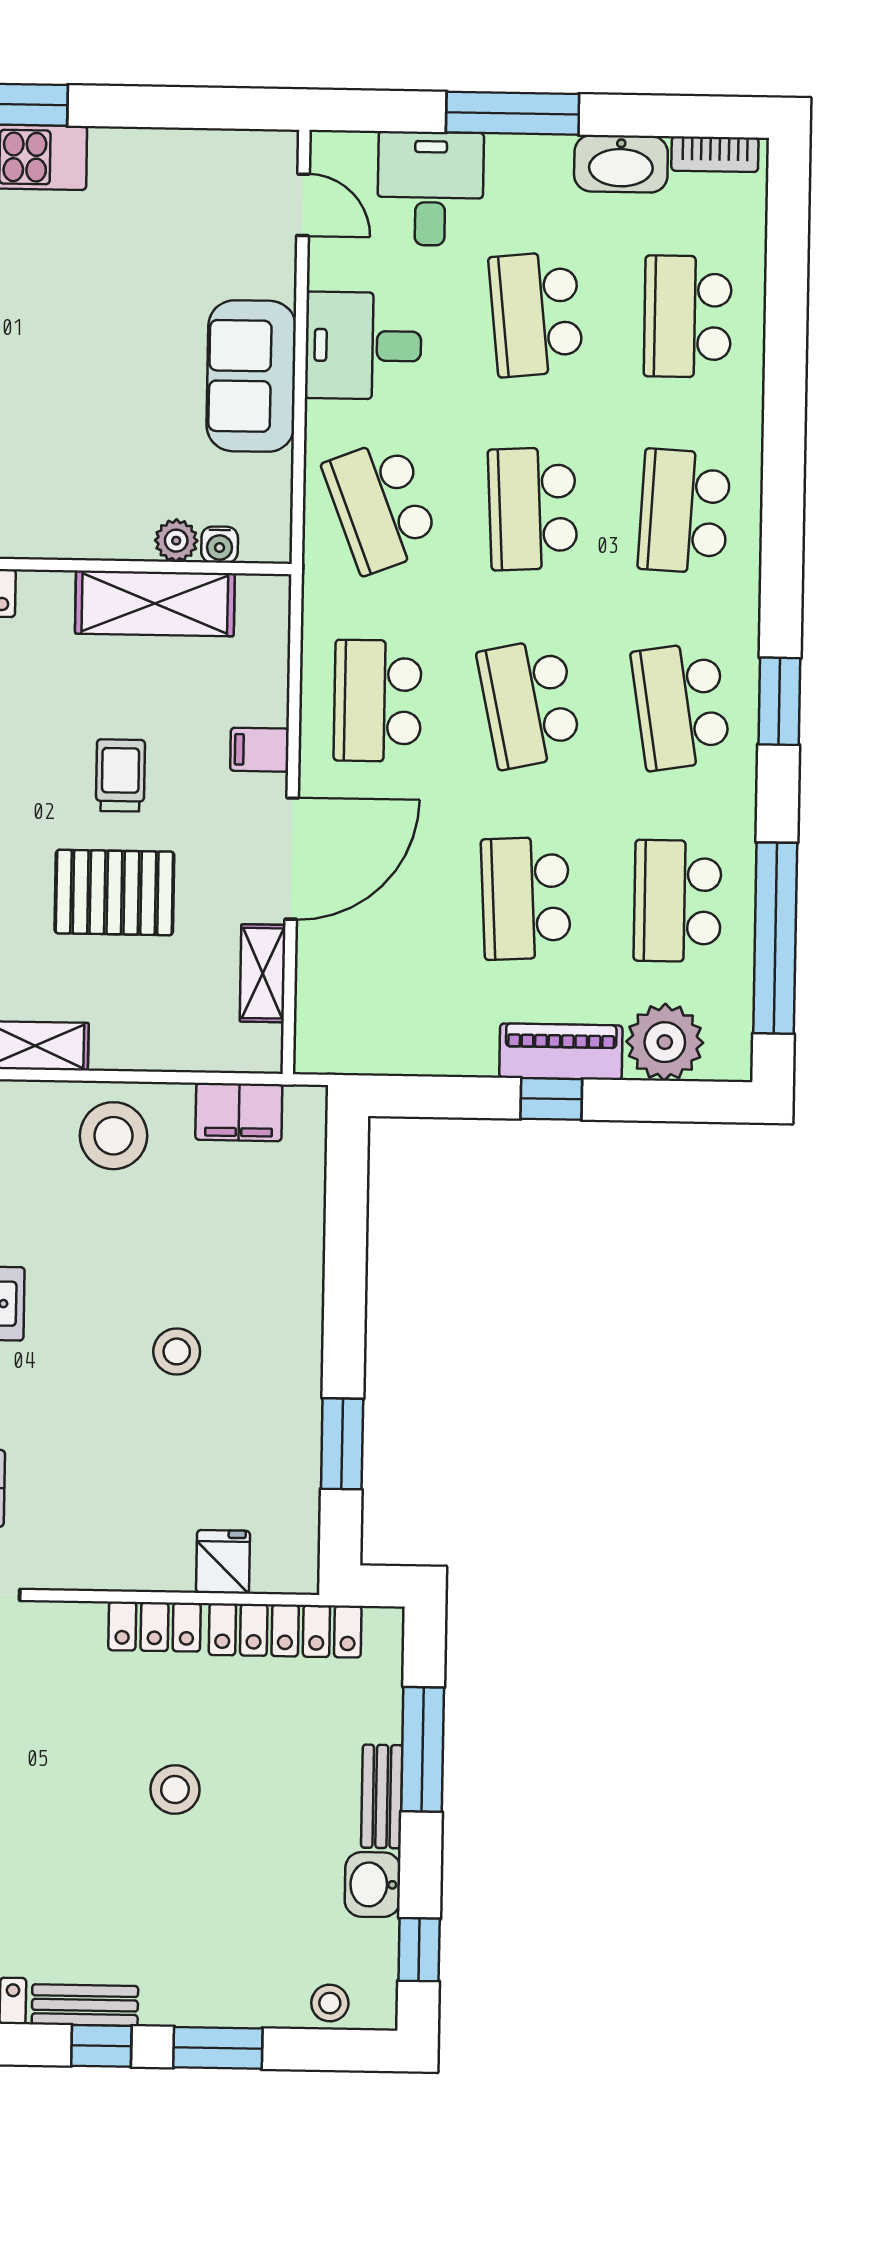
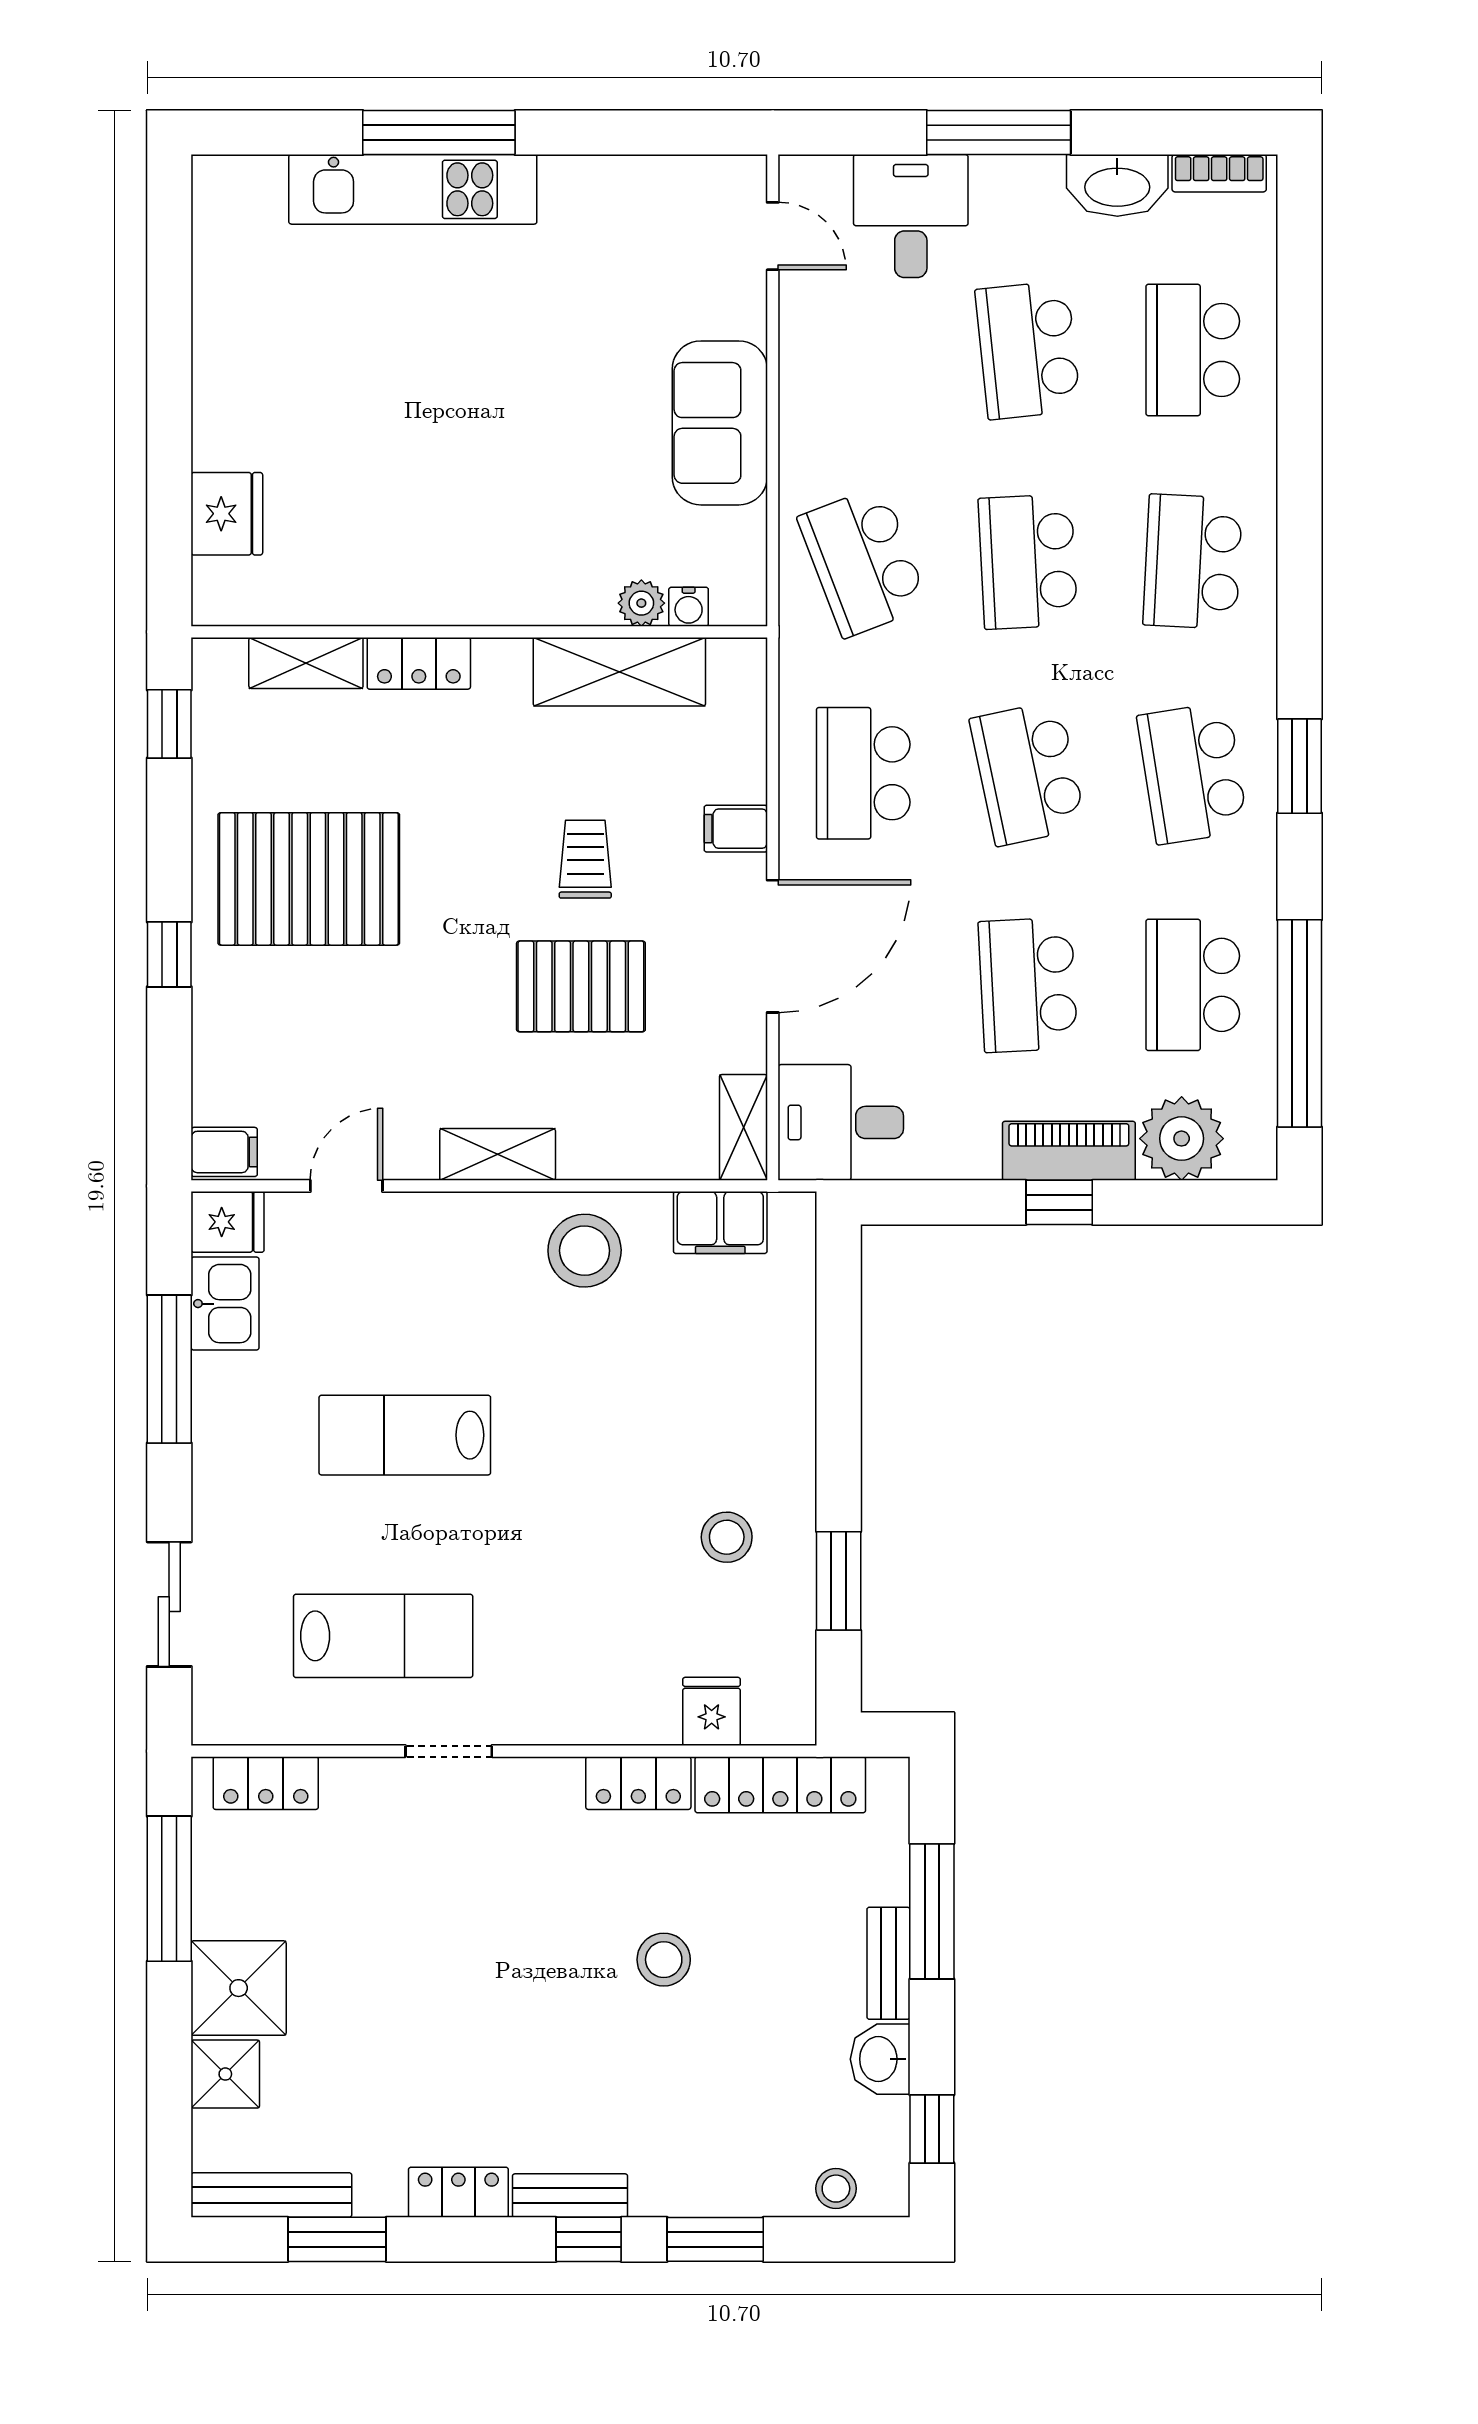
desk: (363, 346) -> (841, 1122), moved
shelving: (263, 973) -> (743, 1127), moved
stool: (177, 1351) -> (727, 1537), moved

